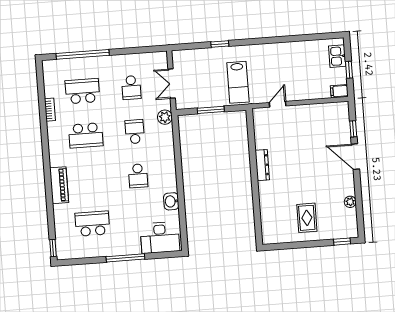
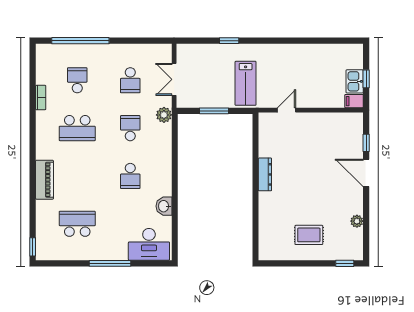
kitchen sink: (337, 56) -> (355, 81), moved
school desk: (82, 91) -> (77, 80), width x0.54
rug: (307, 218) -> (309, 235), turned 90

